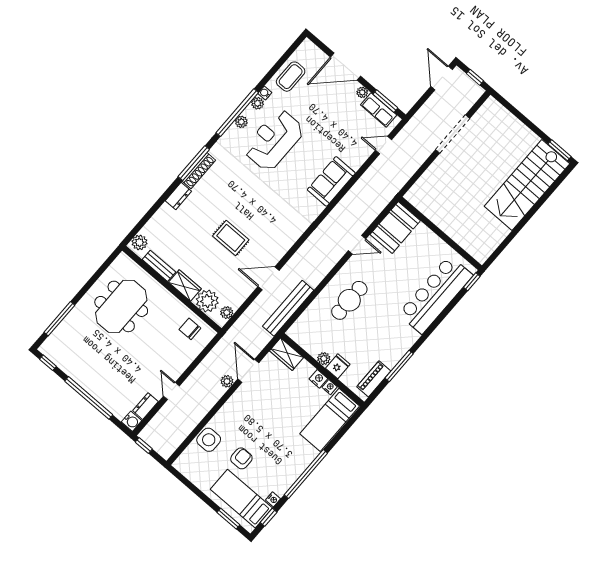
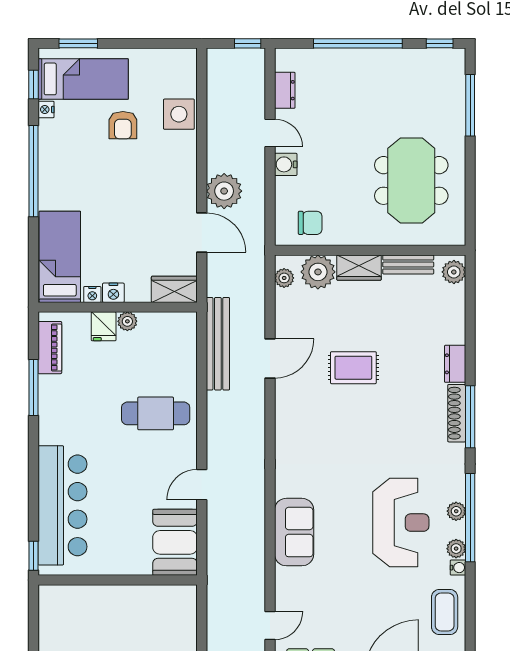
cafe table: (349, 300) -> (156, 413), turned 90
plant: (227, 381) -> (224, 191), width x1.88, depth x1.88
water cooler: (132, 421) -> (286, 164), moved

